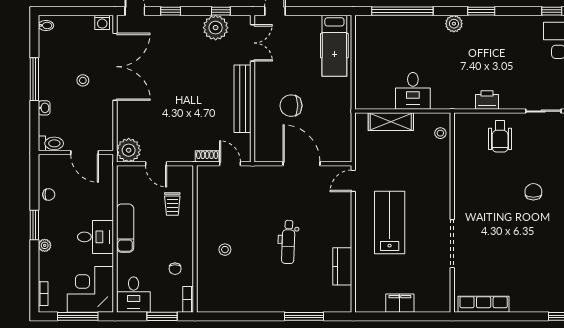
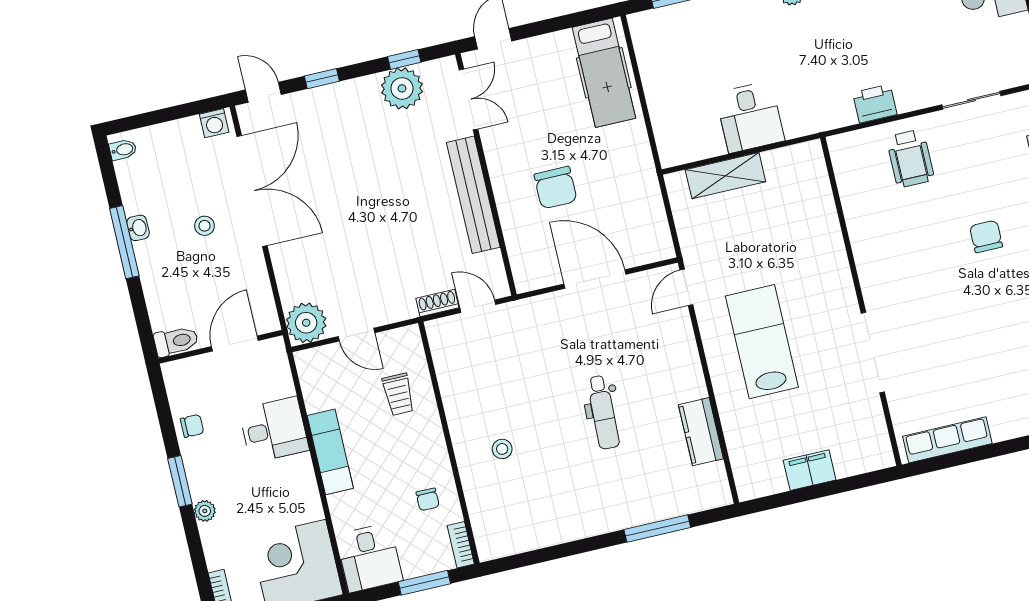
chair: (291, 106) -> (556, 188), turned -90
washbasin: (44, 108) -> (138, 228), moved
stool: (440, 133) -> (811, 176), removed
door: (85, 153) -> (235, 343), swing flipped
desk: (95, 237) -> (274, 430), moved

